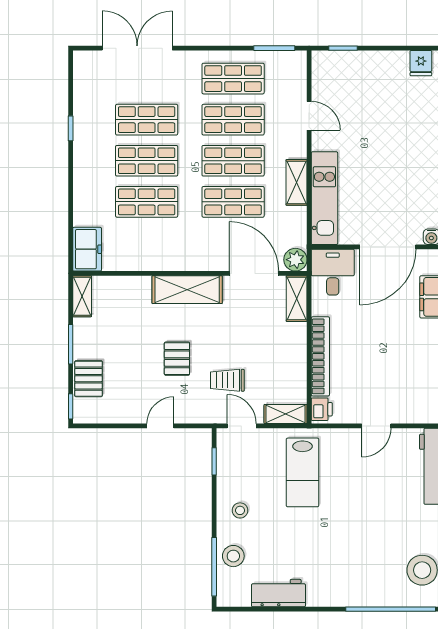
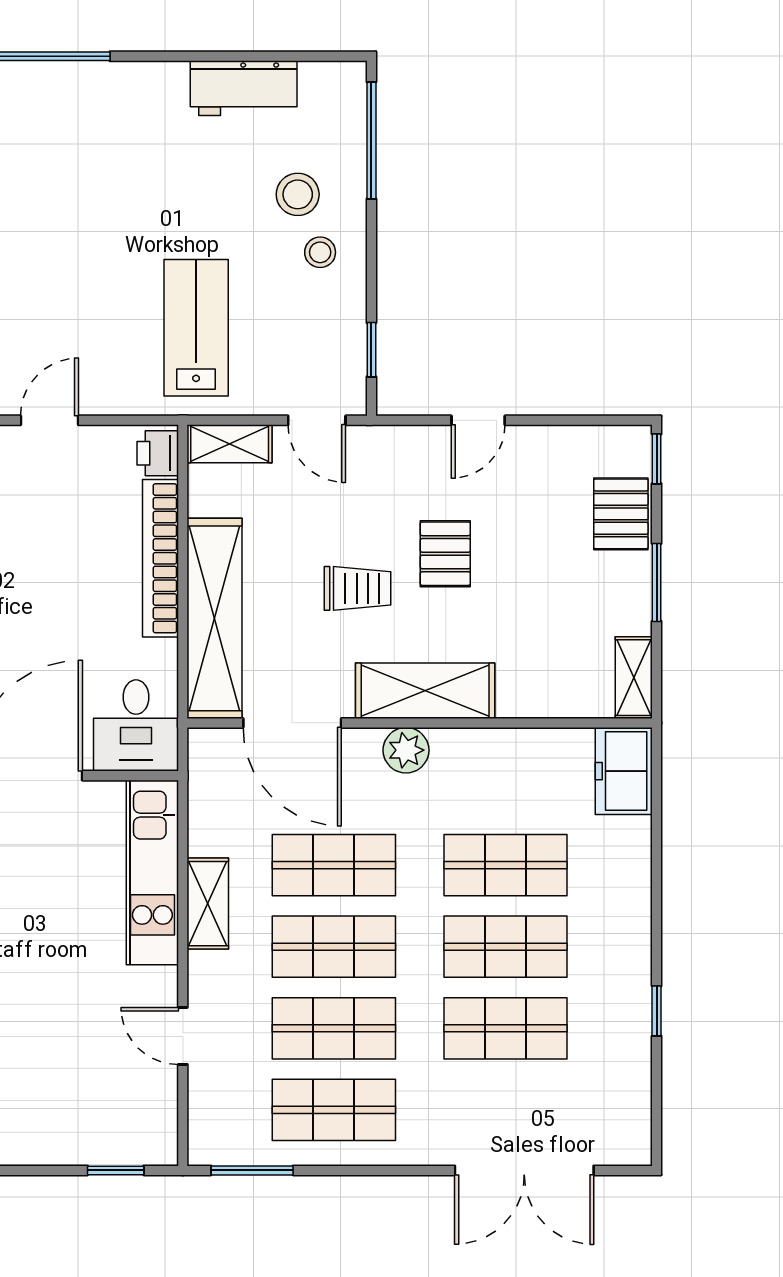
plant: (295, 260) -> (406, 750), moved
shelving: (297, 299) -> (215, 618), width x2.20, depth x1.33
trolley: (227, 380) -> (358, 588), moved
stool: (233, 556) -> (298, 194), moved

